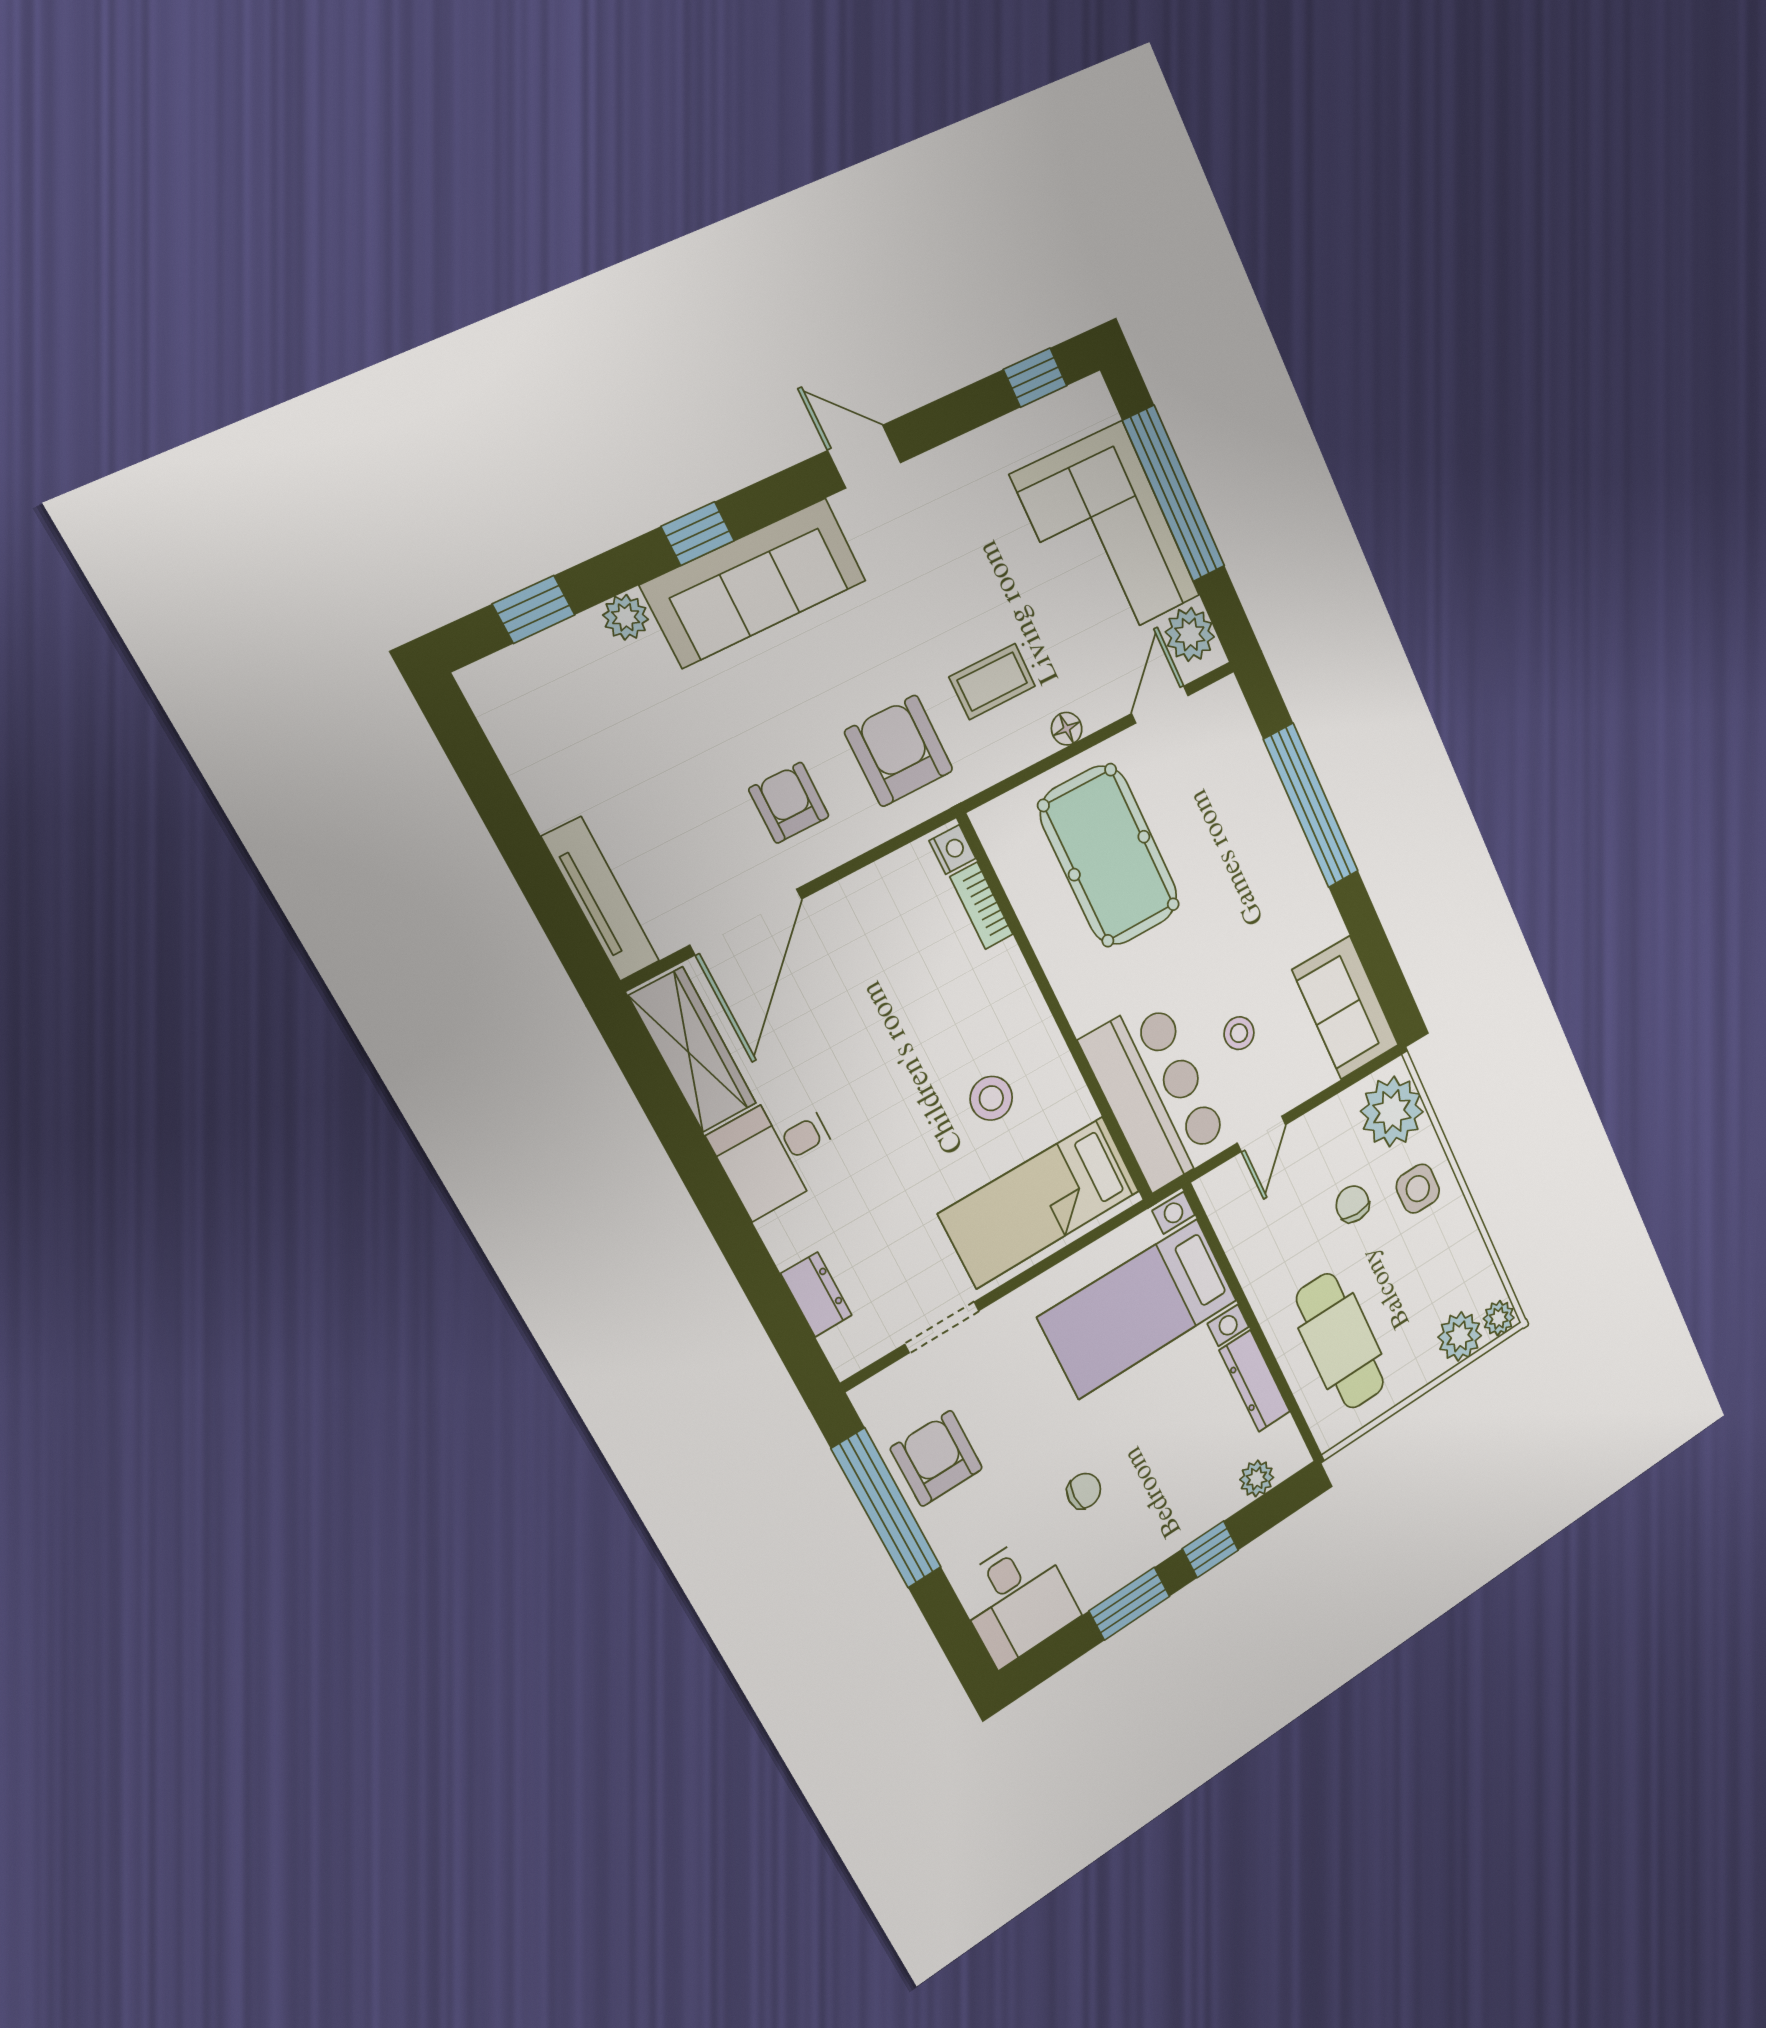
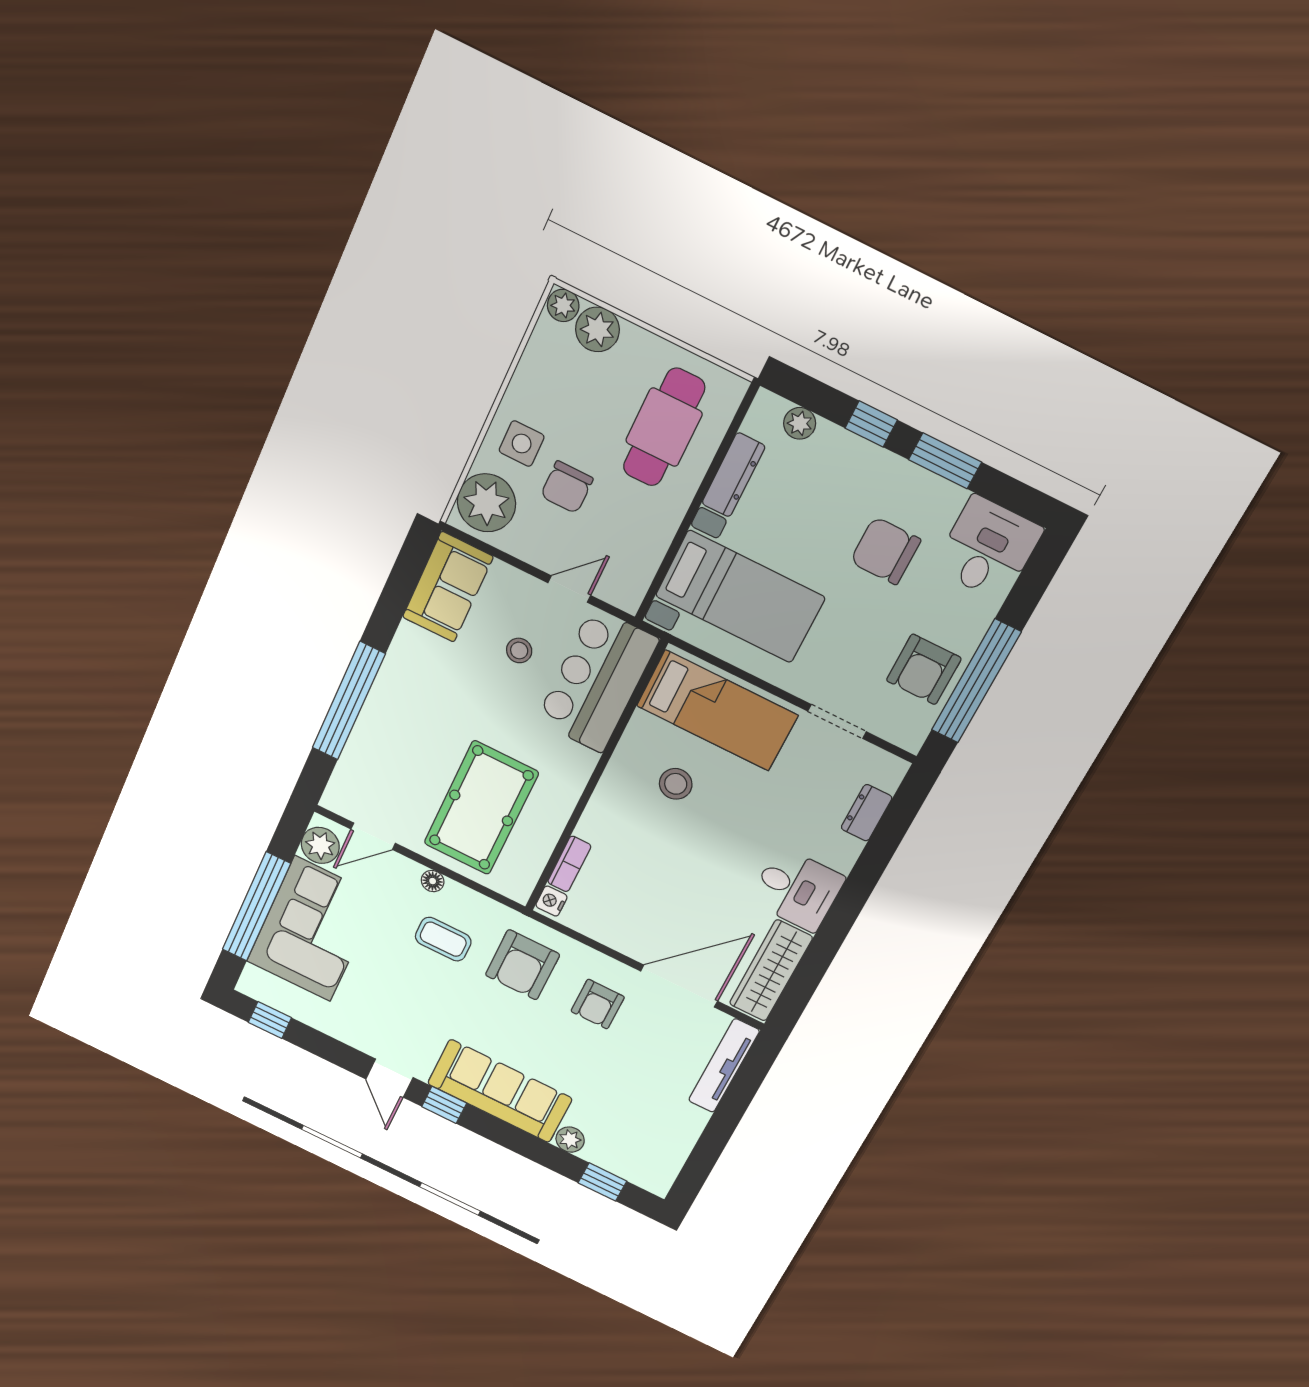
window: (698, 534) -> (444, 1105), moved
chair: (1353, 1204) -> (567, 487), width x1.37, depth x1.37
chair: (1084, 1491) -> (885, 551), width x1.87, depth x1.87

